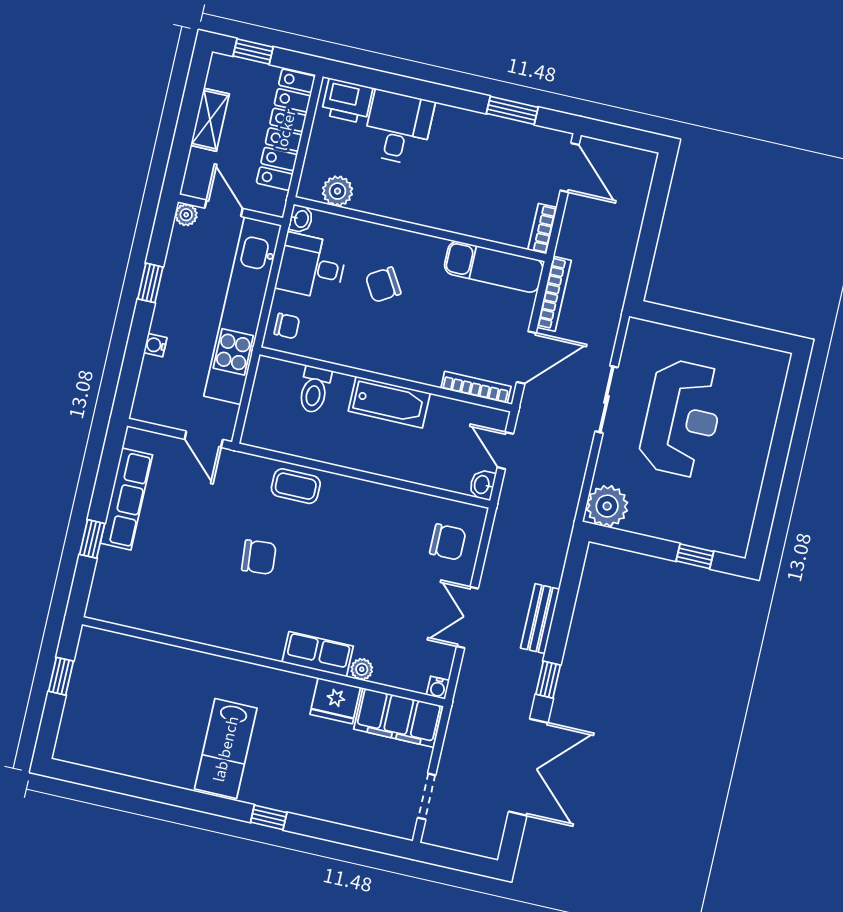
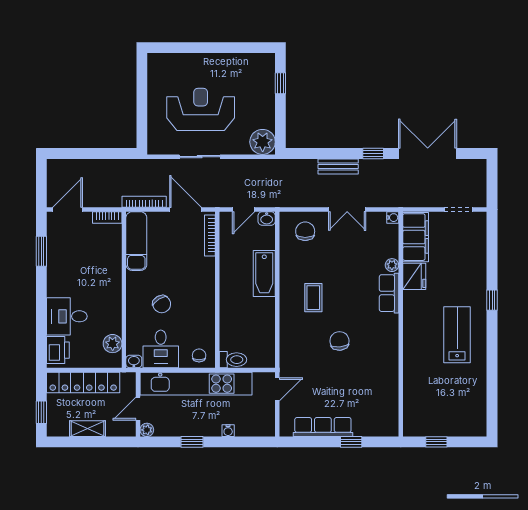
toilet: (314, 390) -> (233, 360), moved
bathtub: (389, 402) -> (264, 273), moved, turned 180
coffee table: (296, 486) -> (313, 298), moved
lab bench: (226, 749) -> (457, 335), turned -90

